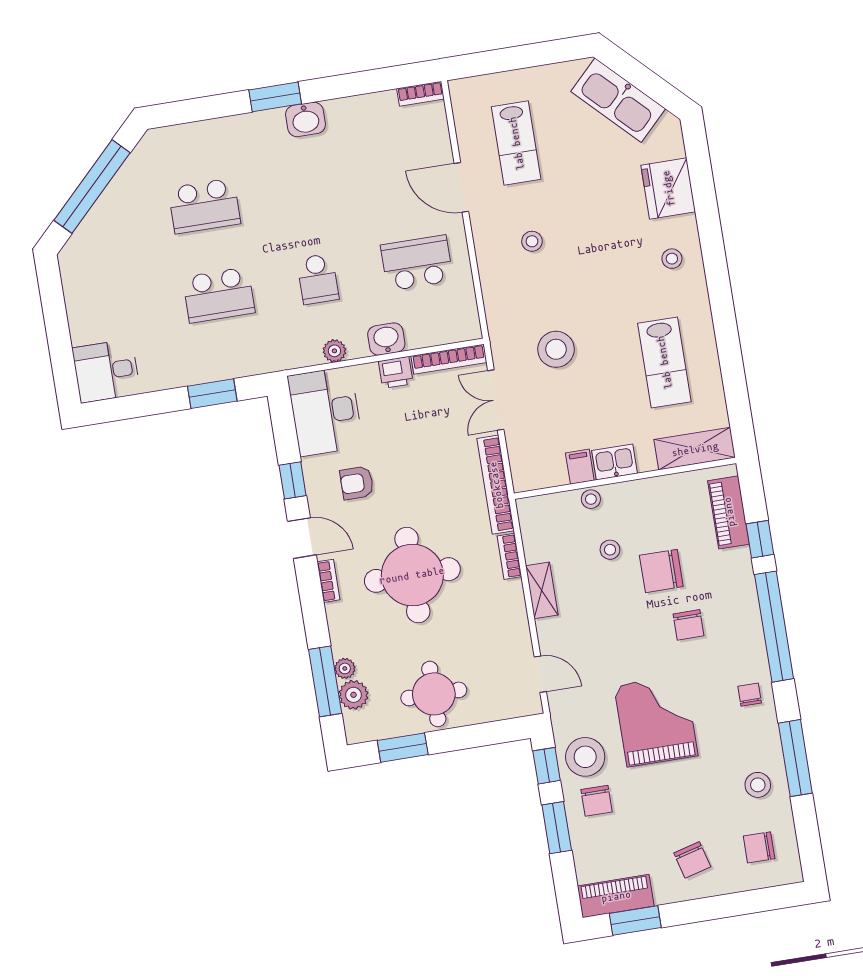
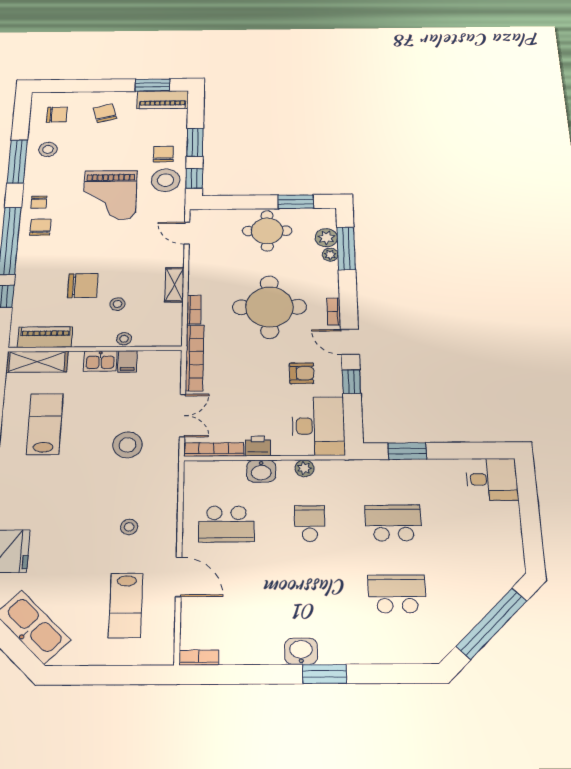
lab bench: (516, 143) -> (126, 605), turned 180
stool: (672, 259) -> (20, 498), removed
piano: (729, 512) -> (45, 337), moved, turned -90
chair: (689, 625) -> (40, 227), moved

